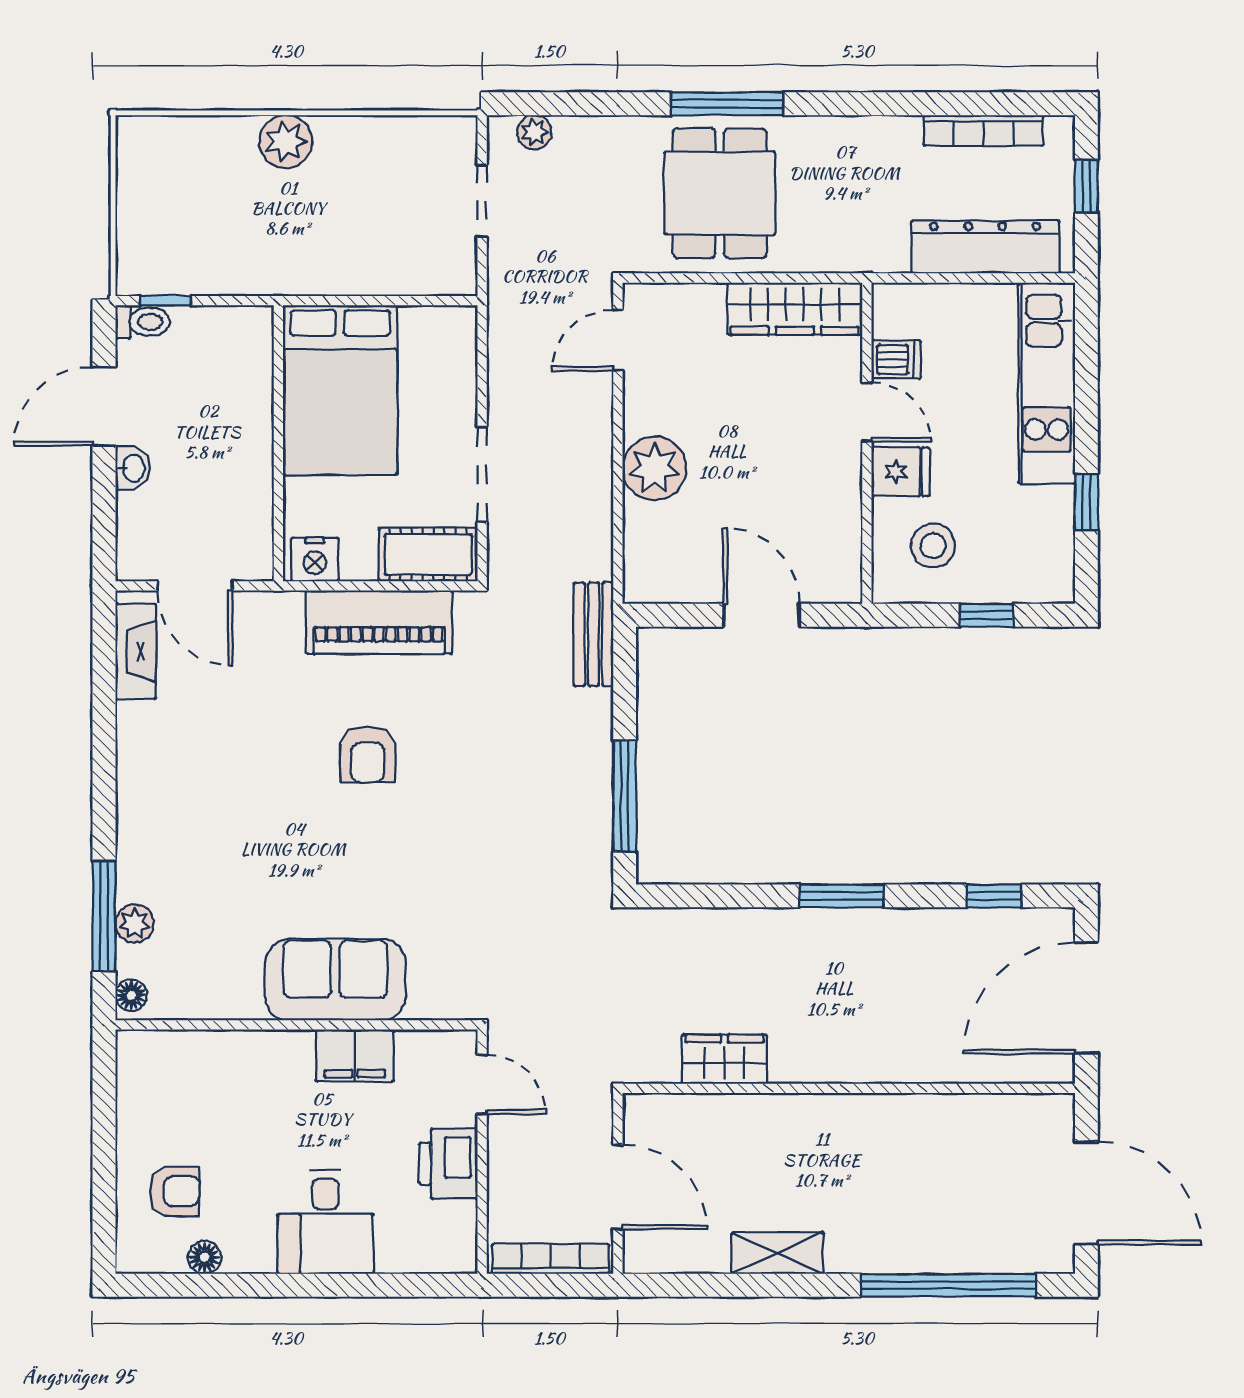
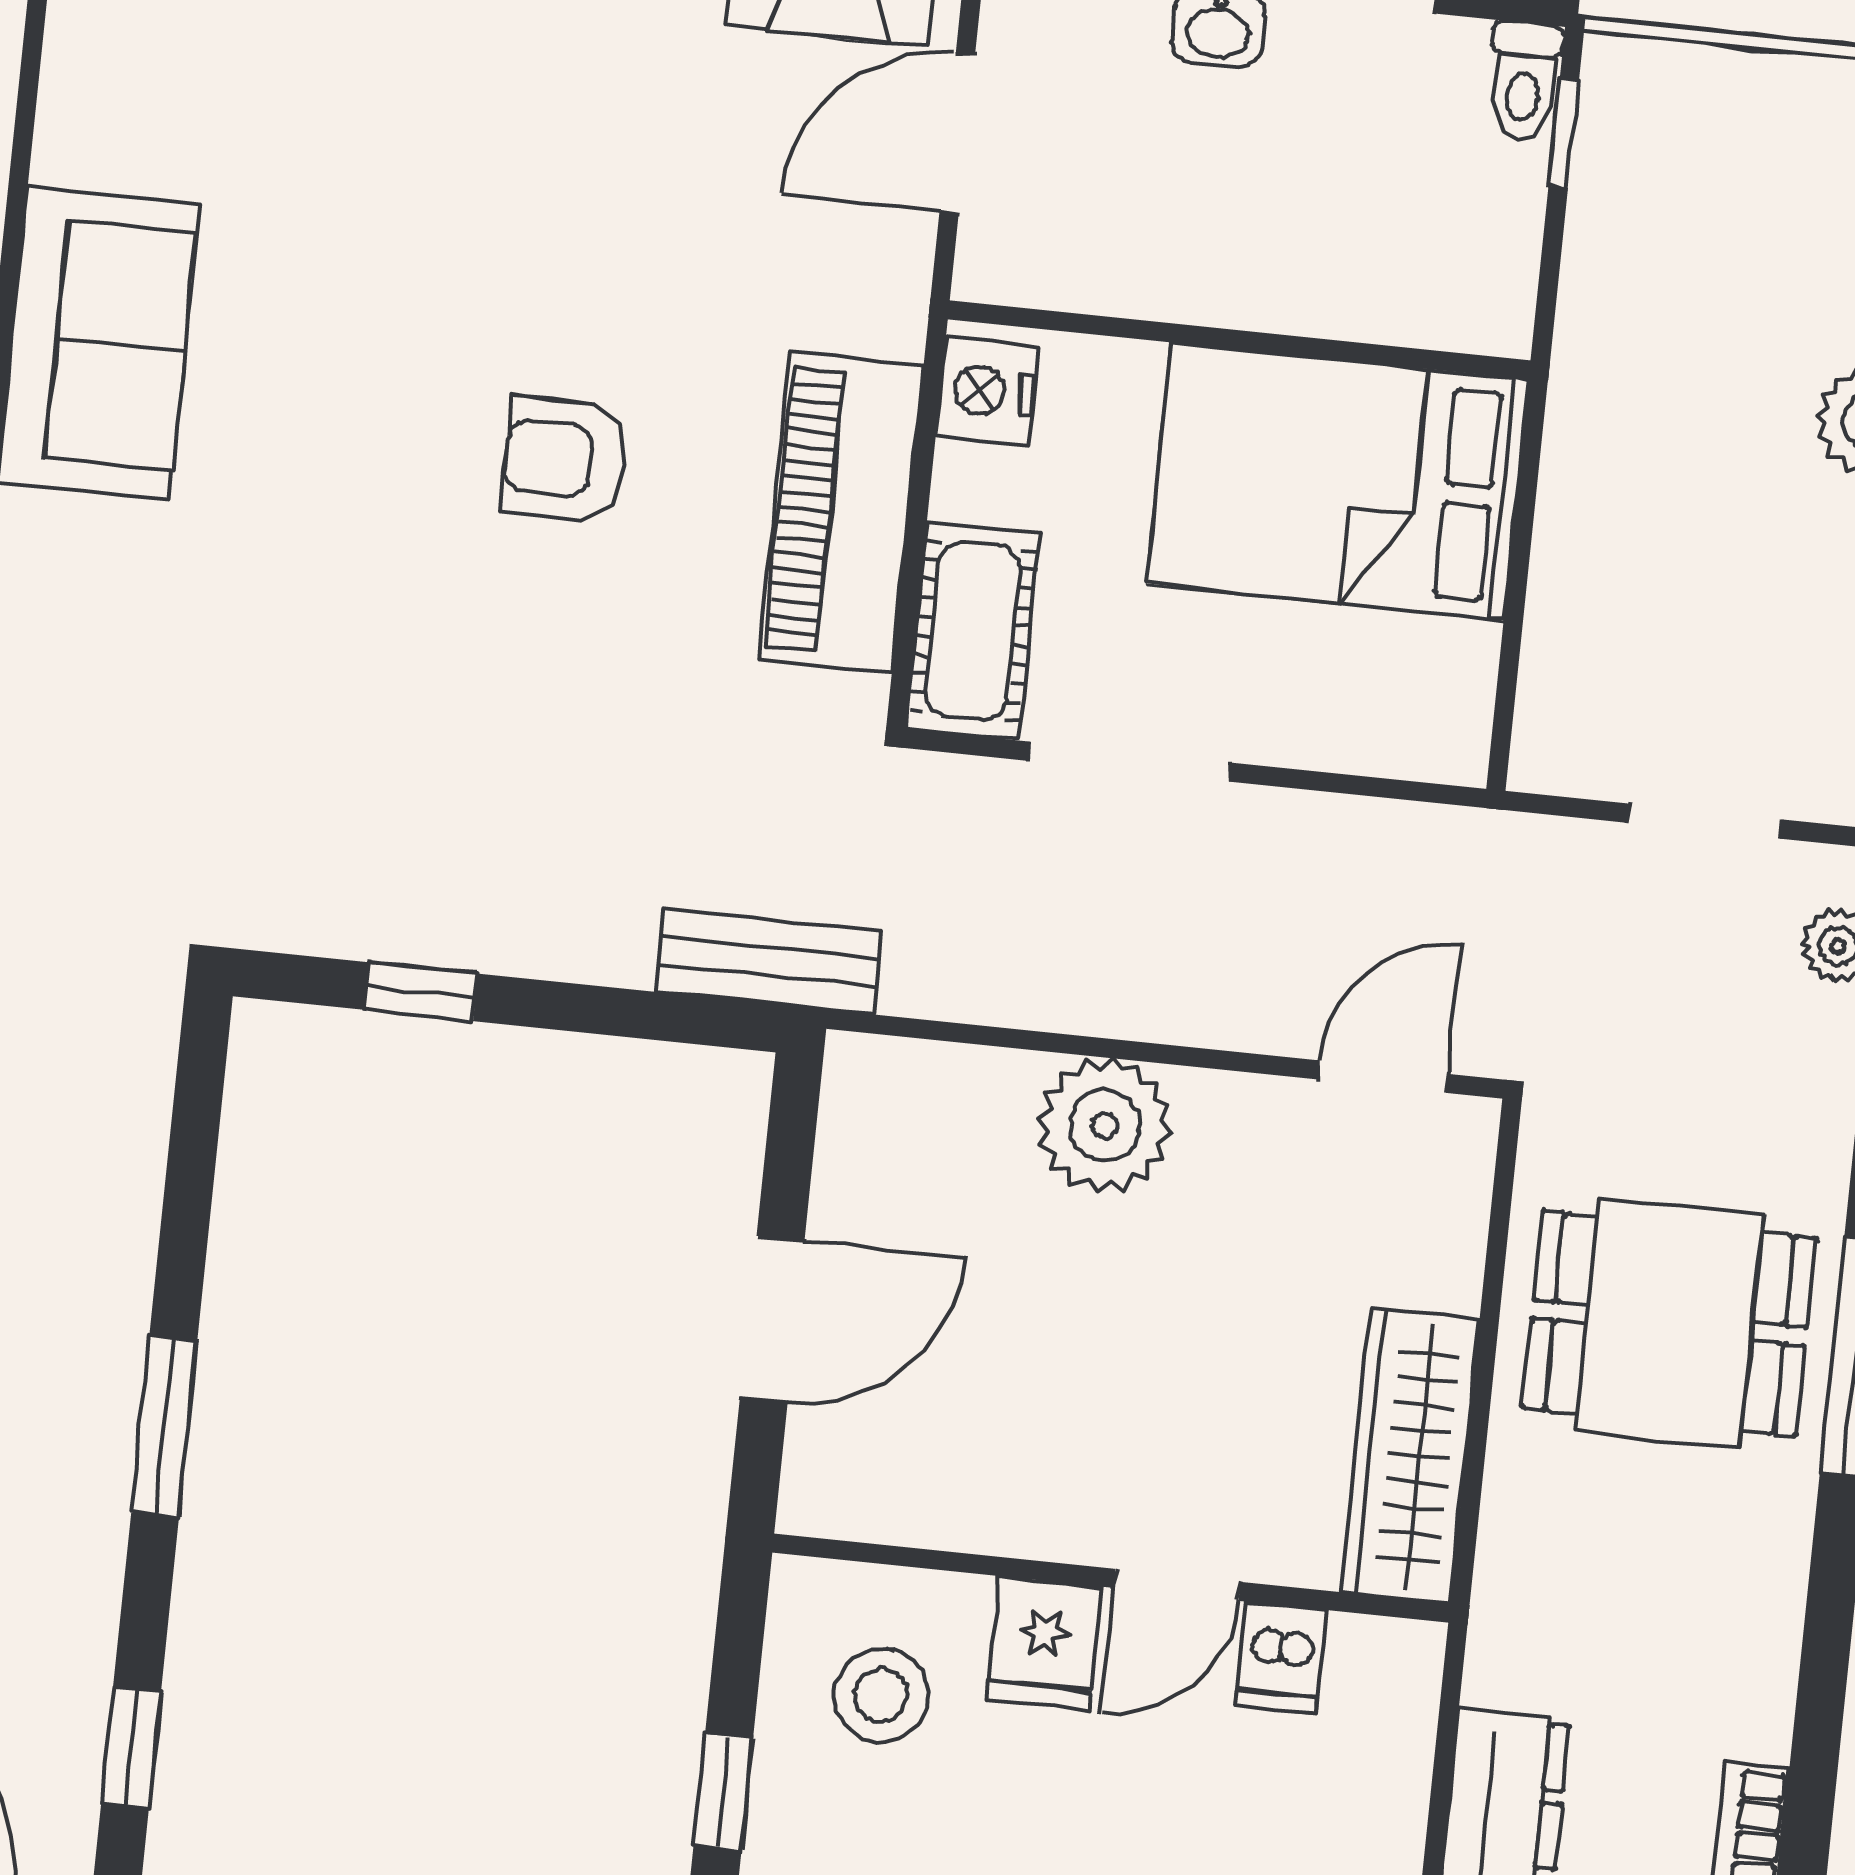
door: (618, 340) -> (1382, 1077), hinge flipped
window: (625, 796) -> (421, 992), width x0.46

